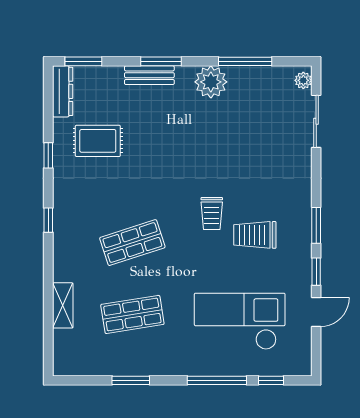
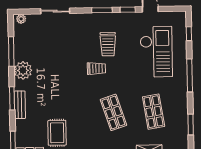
sliding door: (316, 121) -> (55, 11), moved
checkout: (240, 321) -> (156, 52), turned 180
window: (131, 380) -> (191, 124), moved
window: (217, 380) -> (190, 75), moved

